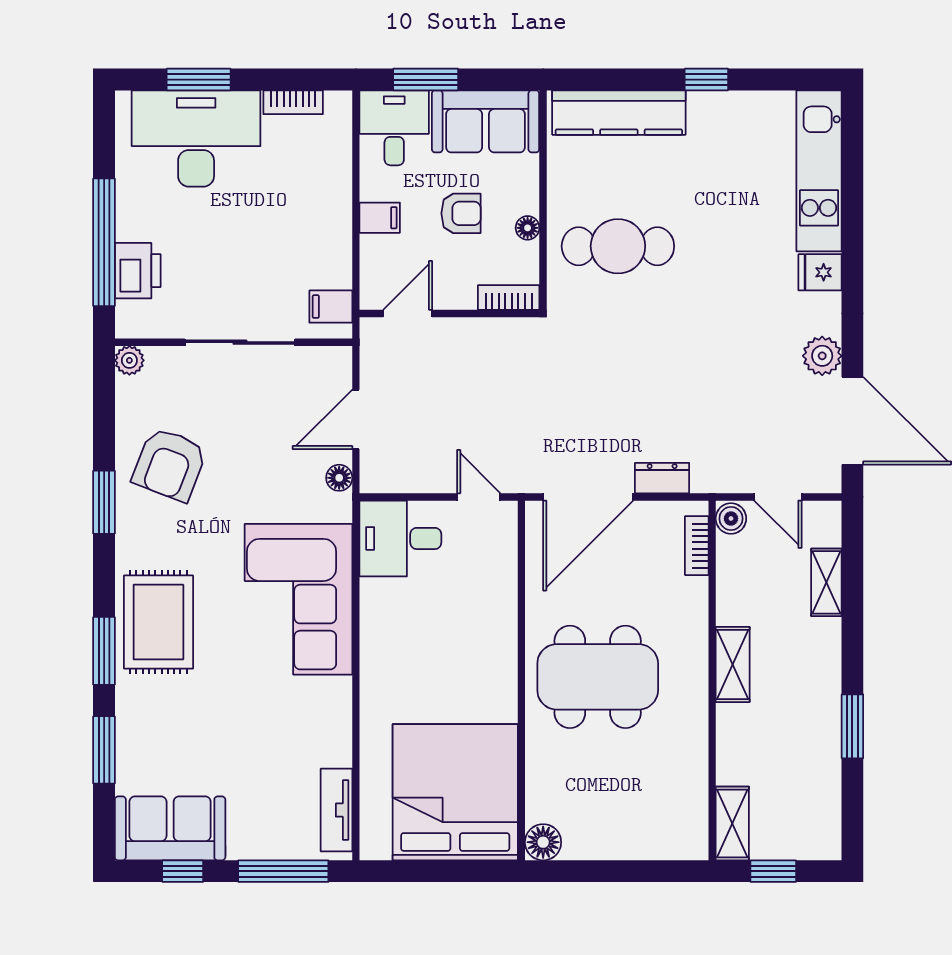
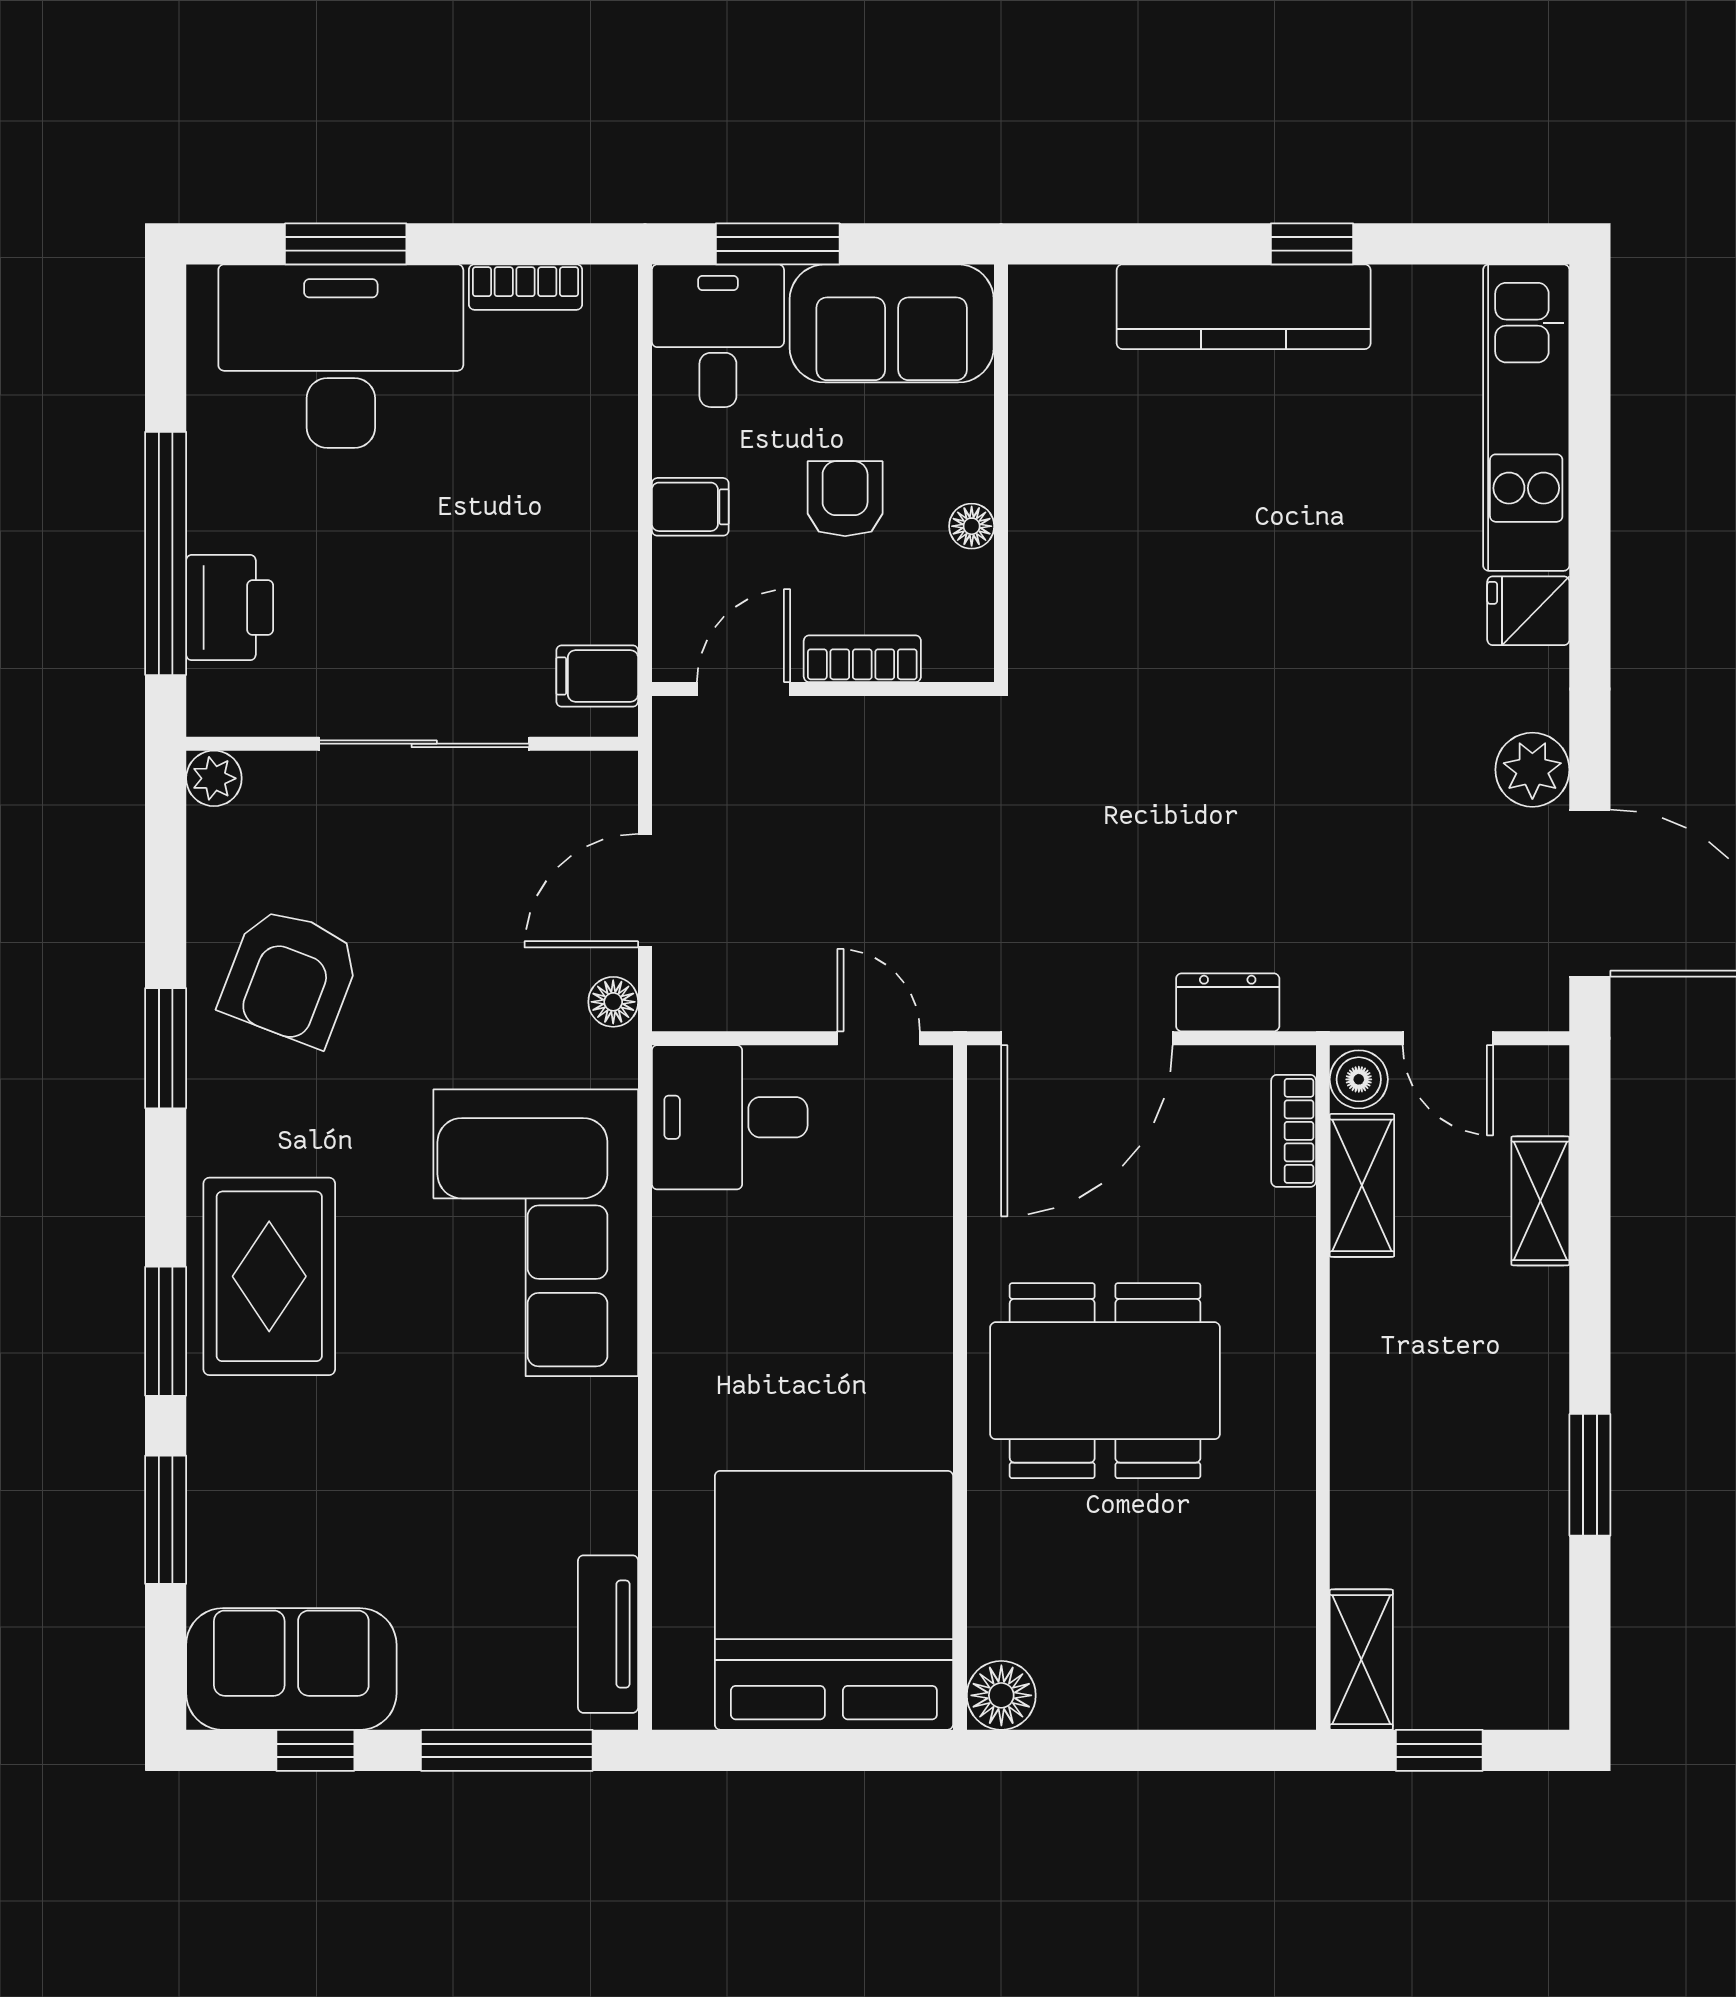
kitchen counter: (619, 113) -> (1244, 307), moved
armchair: (461, 213) -> (845, 499), turned -90
cafe table: (618, 246) -> (1144, 561), removed
bookcase: (509, 297) -> (862, 659), moved
shelving: (733, 664) -> (1362, 1185), moved

